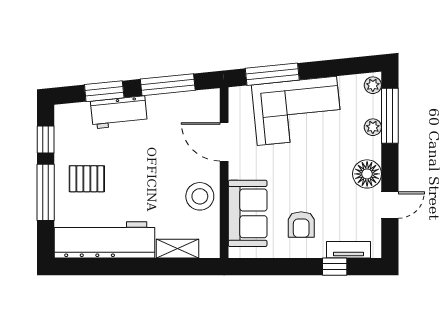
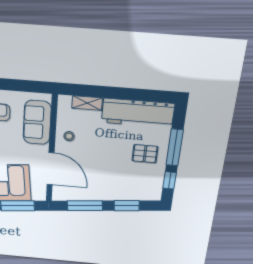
workbench: (119, 112) -> (118, 192), removed
door: (224, 142) -> (51, 169), width x1.36
stool: (200, 196) -> (69, 136), width x0.53, depth x0.53

